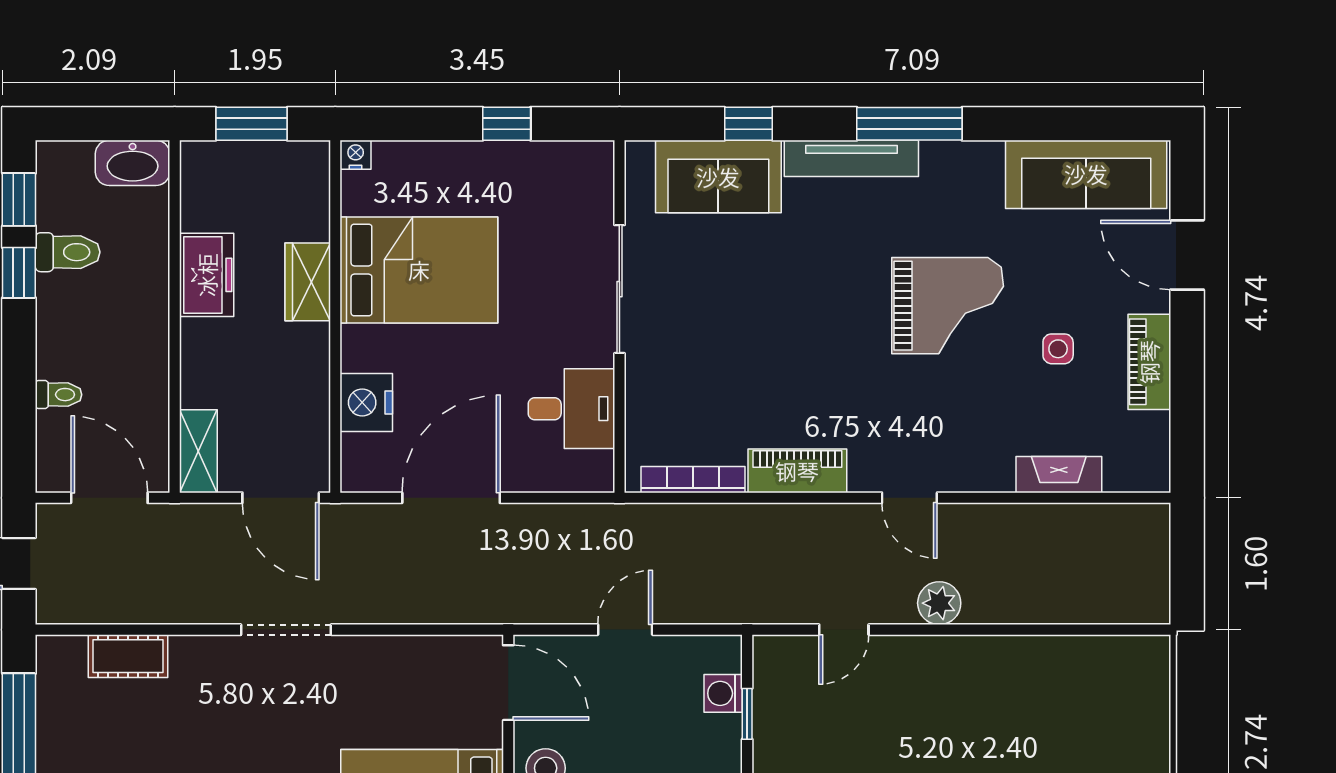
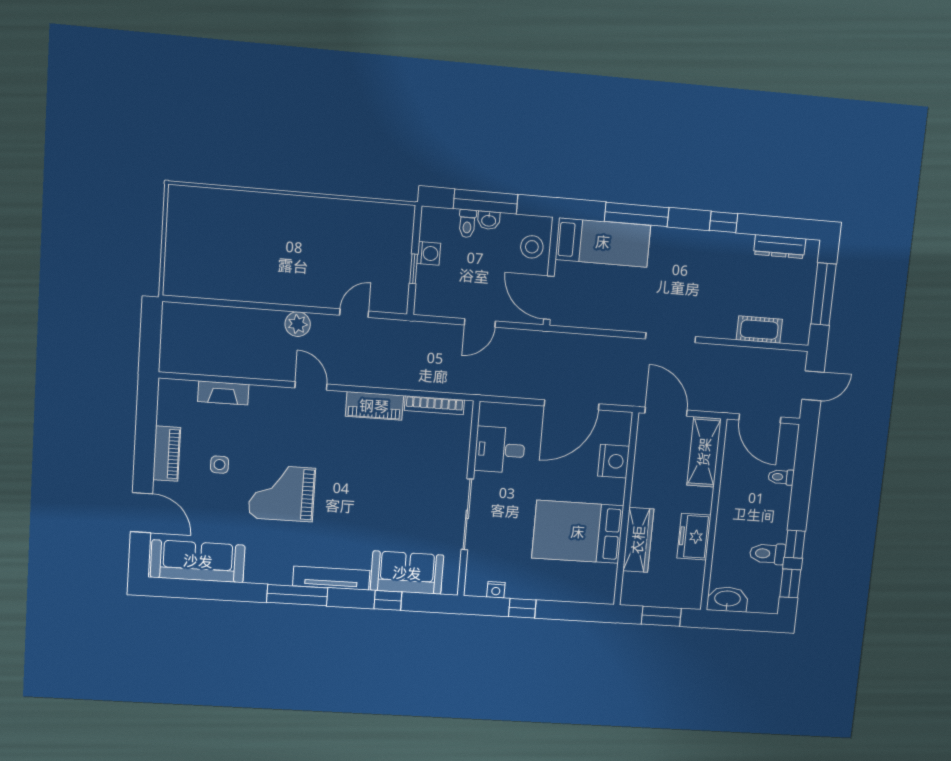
nightstand: (356, 155) -> (496, 590), moved
wardrobe: (308, 282) -> (638, 540), width x1.50
shelving: (198, 451) -> (704, 452), width x1.50, depth x1.33
washing machine: (723, 693) -> (429, 253), moved

